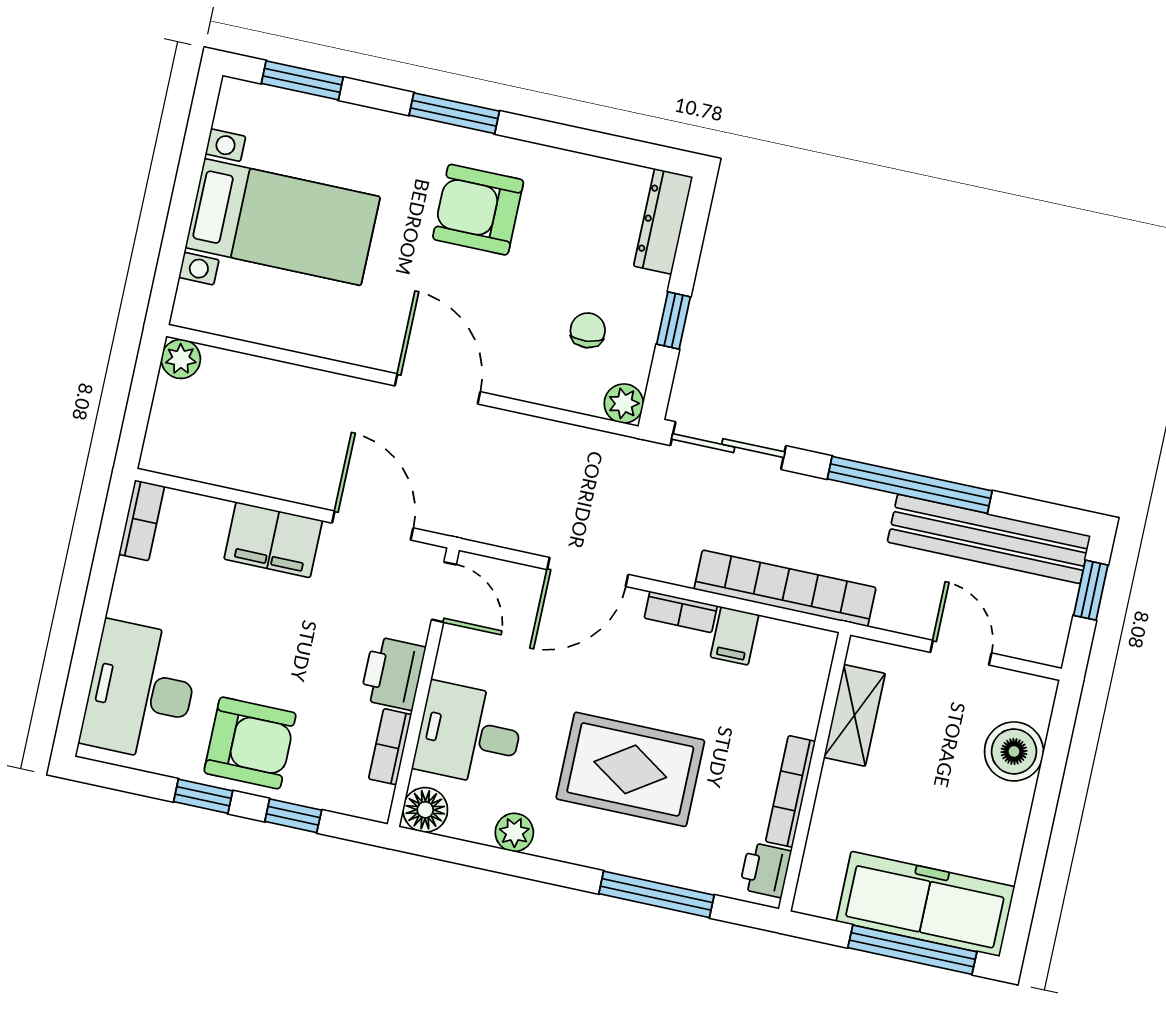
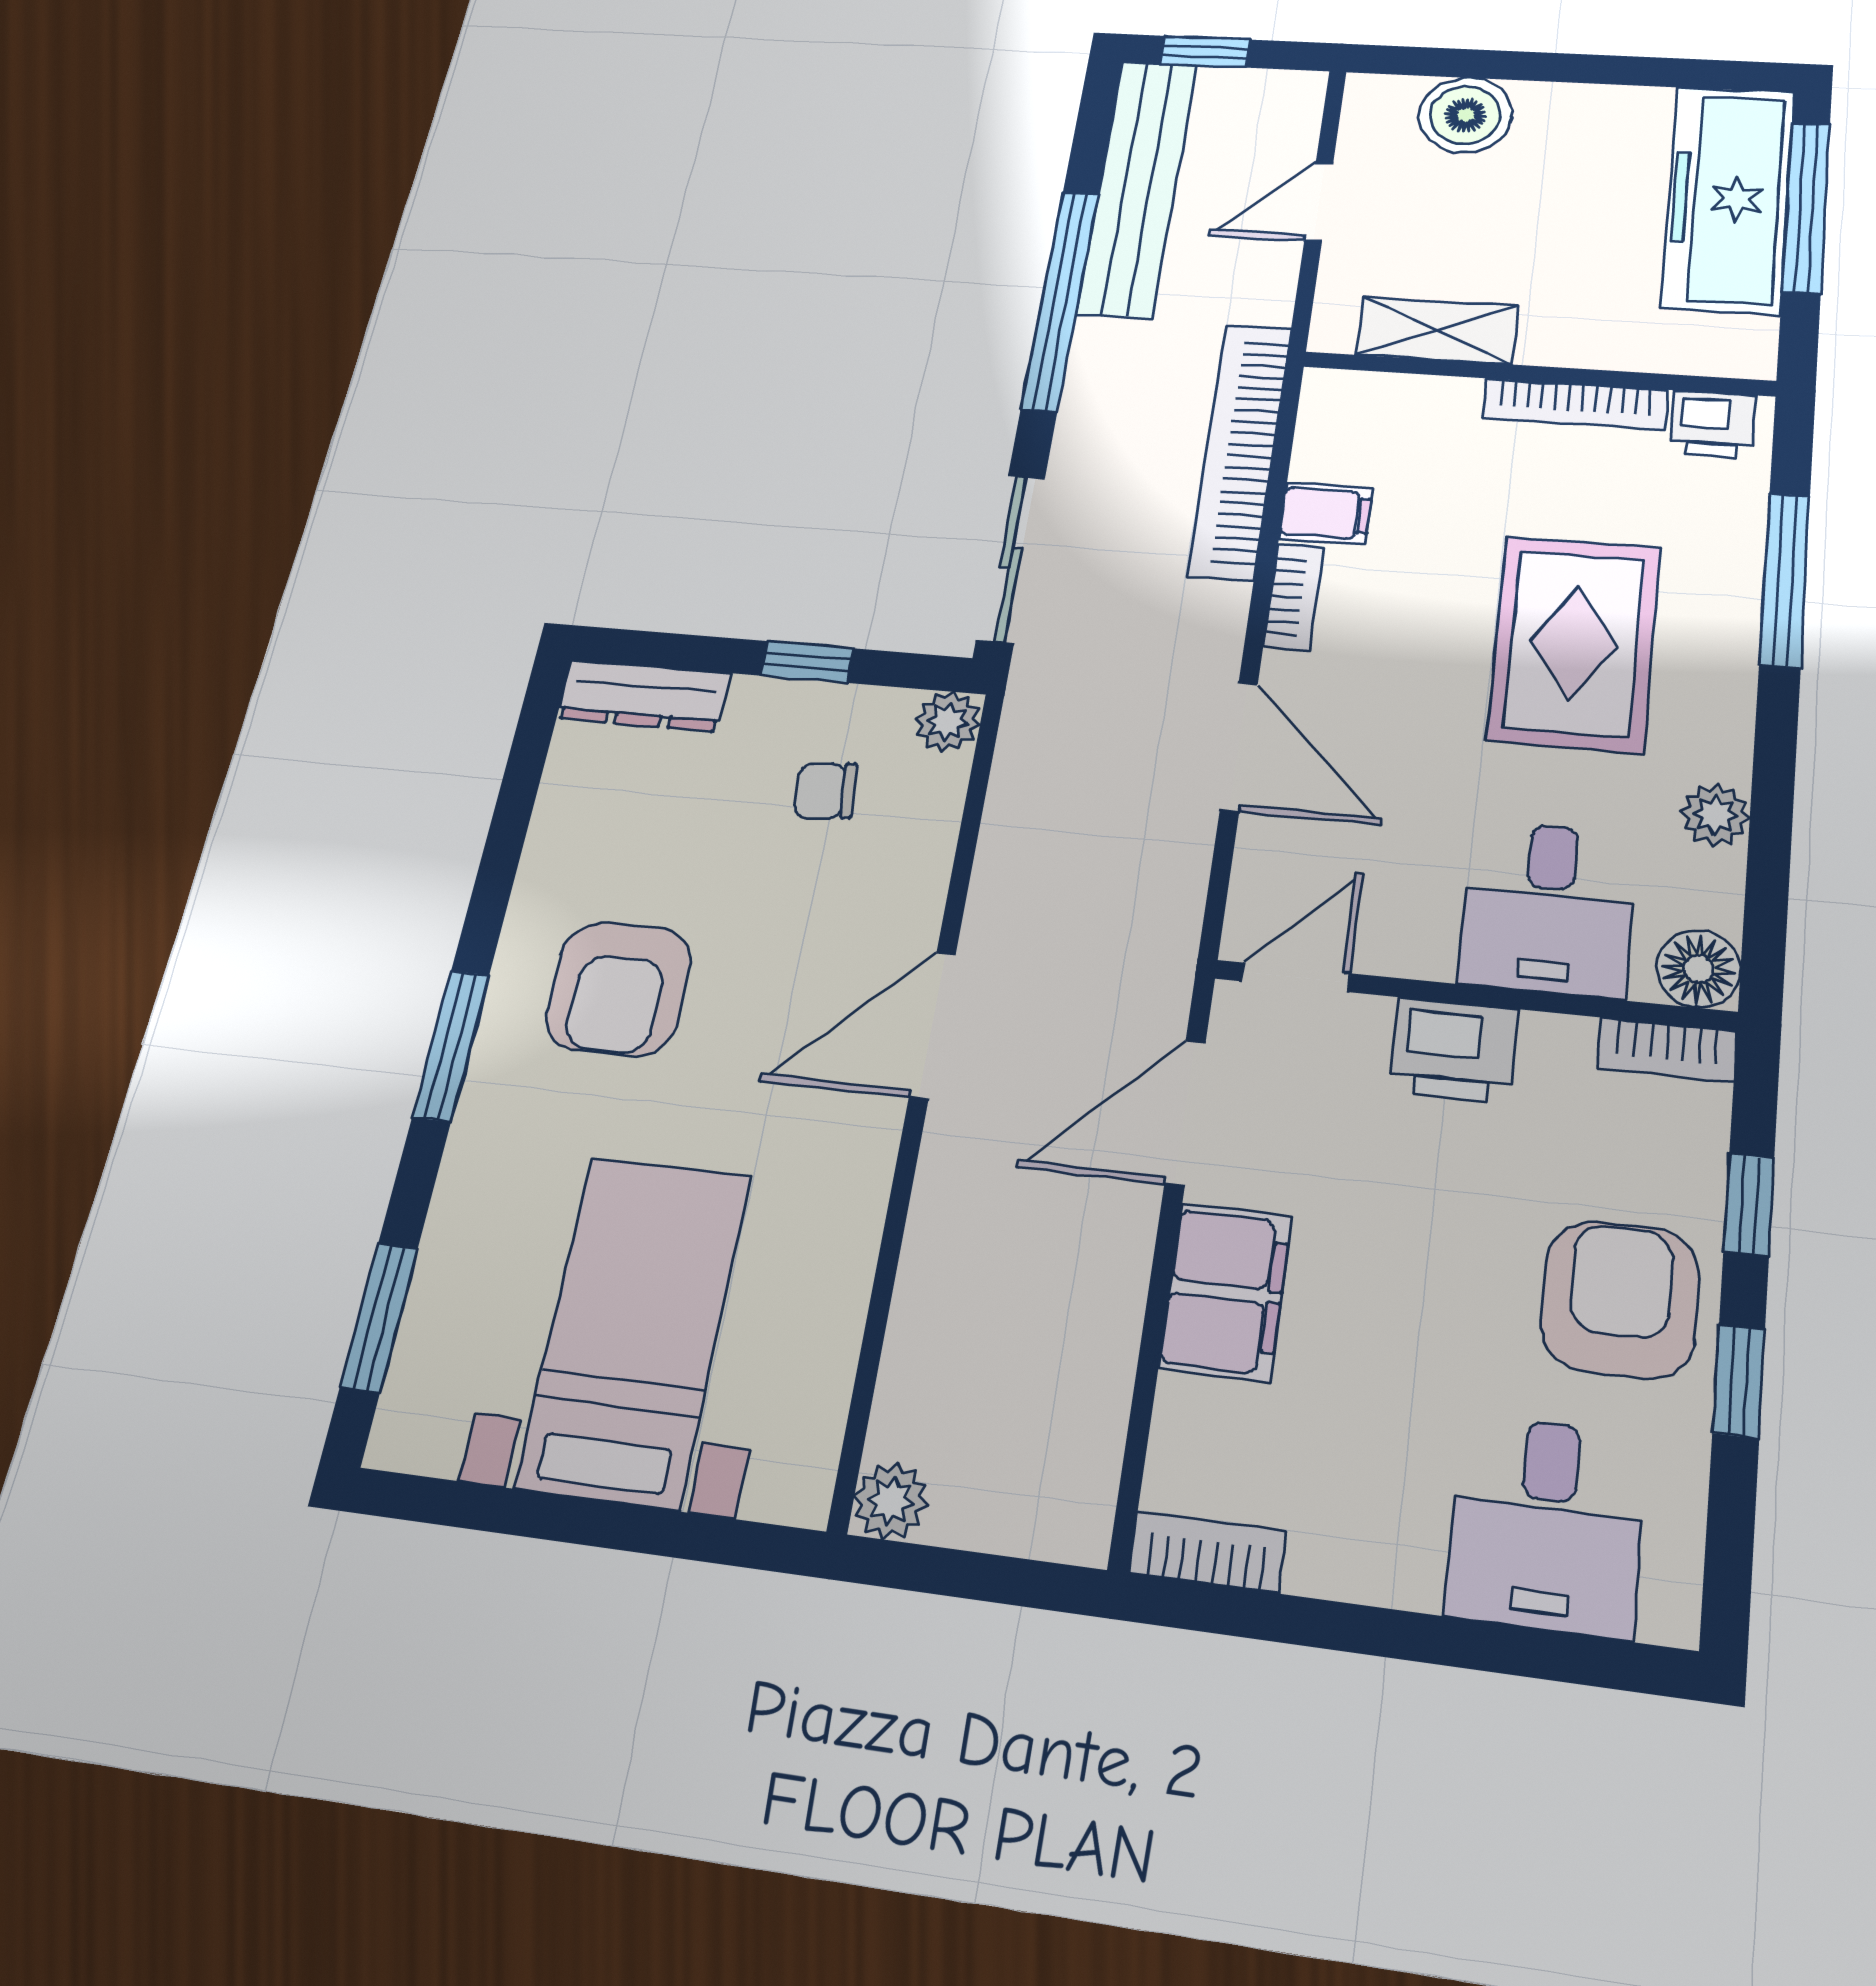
desk: (141, 691) -> (1546, 1525), width x0.73
bookcase: (390, 747) -> (1667, 1050), moved

